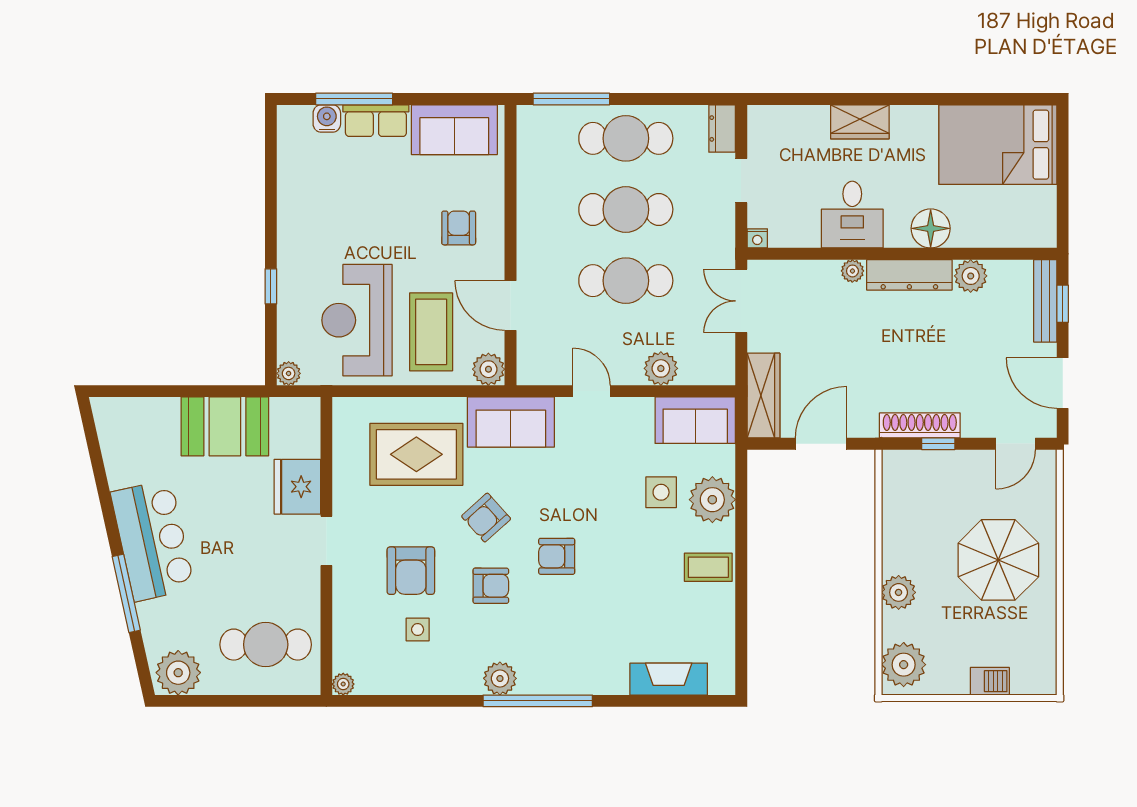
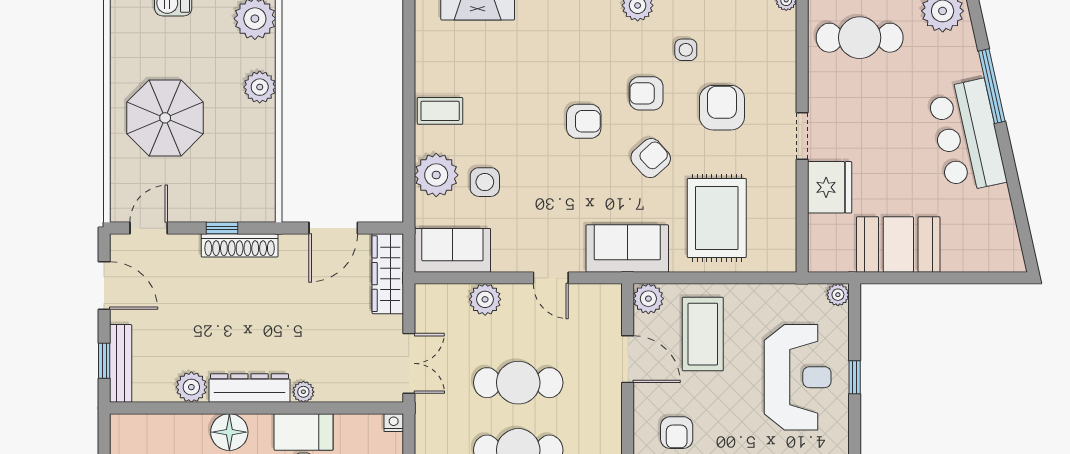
reception desk: (357, 320) -> (798, 377), moved
rug: (416, 454) -> (717, 218), turned 90
side table: (418, 630) -> (686, 50), moved

